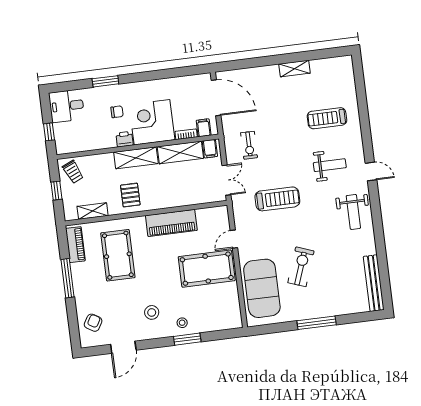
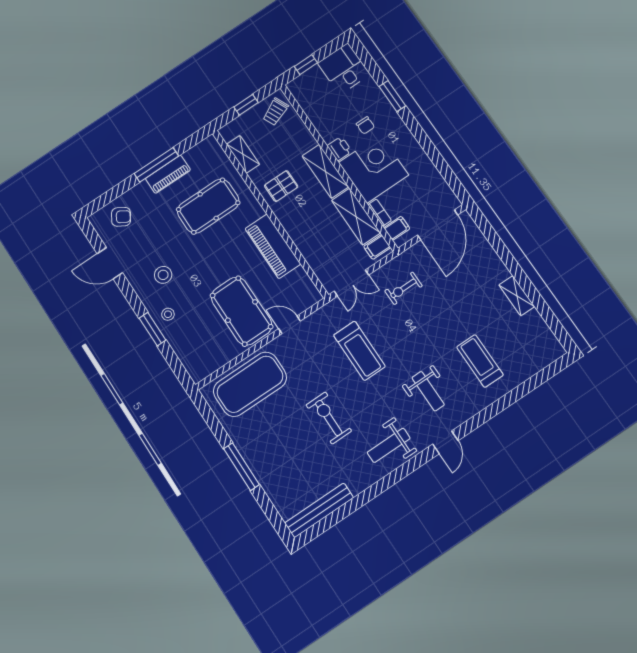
piano: (75, 245) -> (168, 174), moved
exercise bike: (301, 267) -> (329, 418), moved, turned -110

